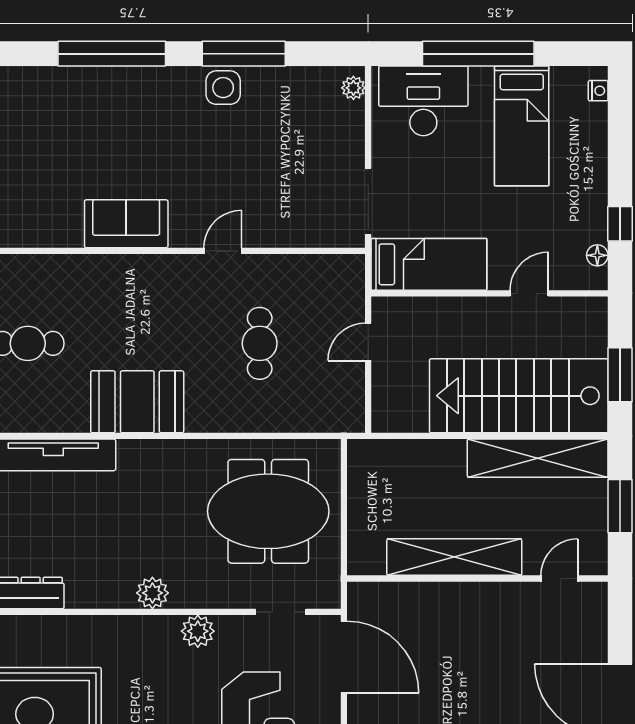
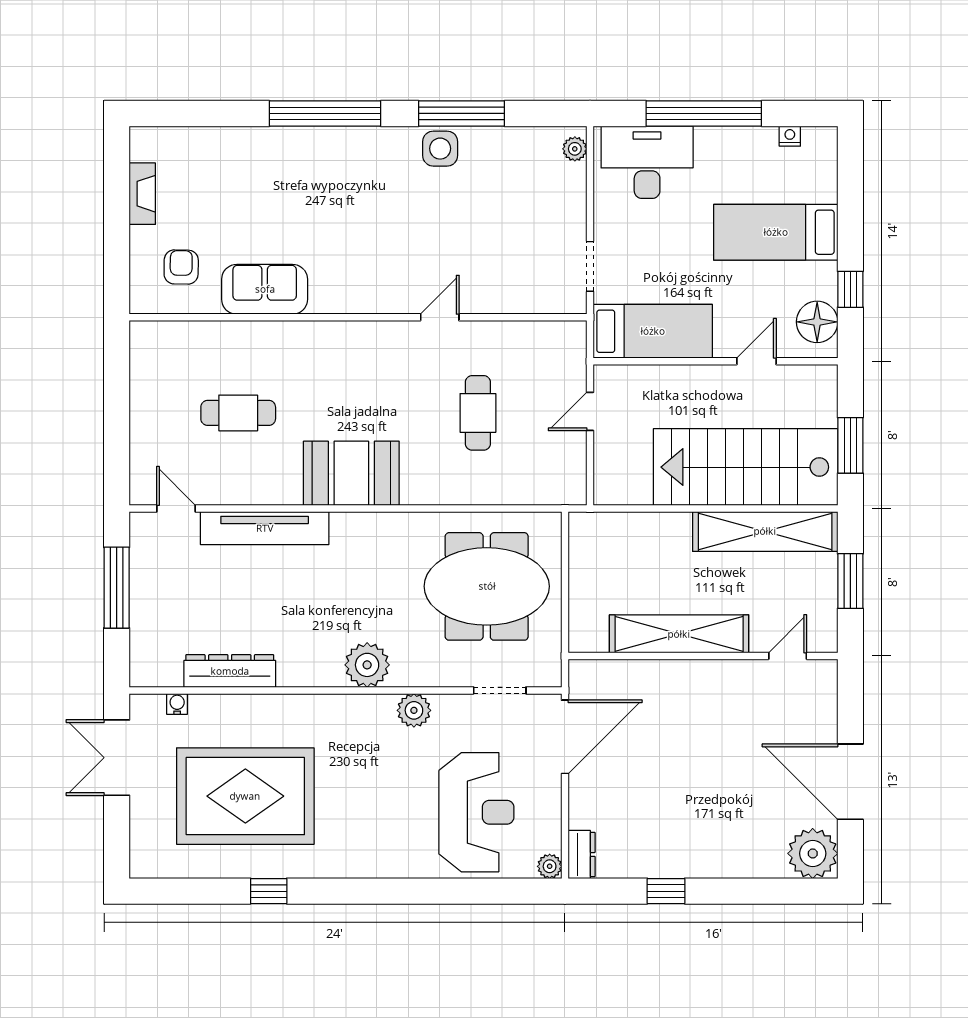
nightstand: (598, 91) -> (790, 136), moved, turned -90
bed: (522, 126) -> (776, 232), moved, turned 90
doorway: (368, 202) -> (590, 266), width x0.73
sofa: (126, 224) -> (265, 289), moved
floor lamp: (597, 255) -> (817, 322), width x1.89, depth x1.89
plant: (152, 593) -> (367, 665), width x1.36, depth x1.36
door: (344, 657) -> (565, 737), hinge flipped

